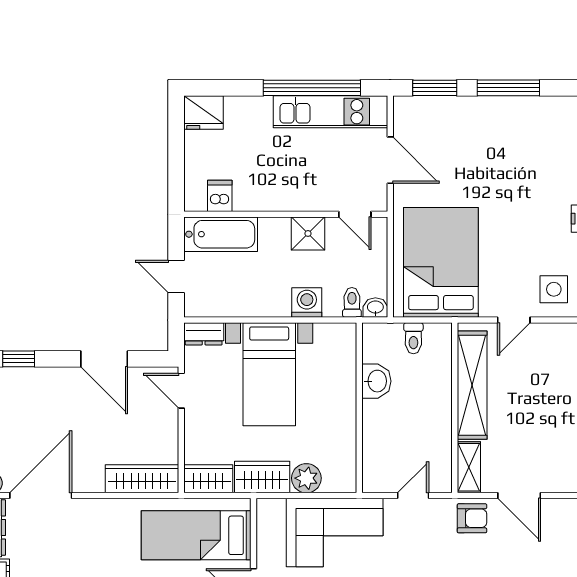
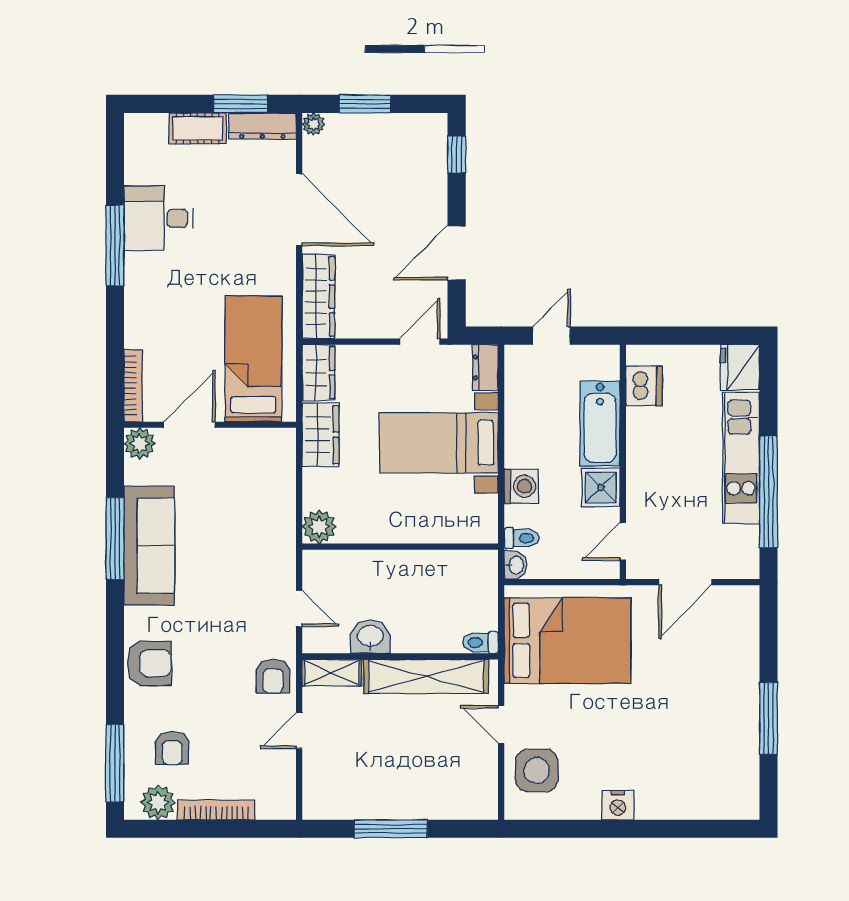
window: (435, 88) -> (769, 633), removed
kitchen unit: (330, 112) -> (741, 458), moved
dishwasher: (220, 196) -> (644, 386), width x1.38
bathtub: (221, 234) -> (600, 424), moved
side table: (554, 289) -> (537, 770), width x1.37, depth x1.37
toilet: (413, 338) -> (480, 642), moved
washbasin: (376, 381) -> (370, 637), moved, turned 180
plant: (306, 478) -> (319, 527), moved
door: (41, 496) -> (299, 210), moved
door: (519, 496) -> (299, 731), width x0.73
corner sofa: (335, 533) -> (257, 518), removed

